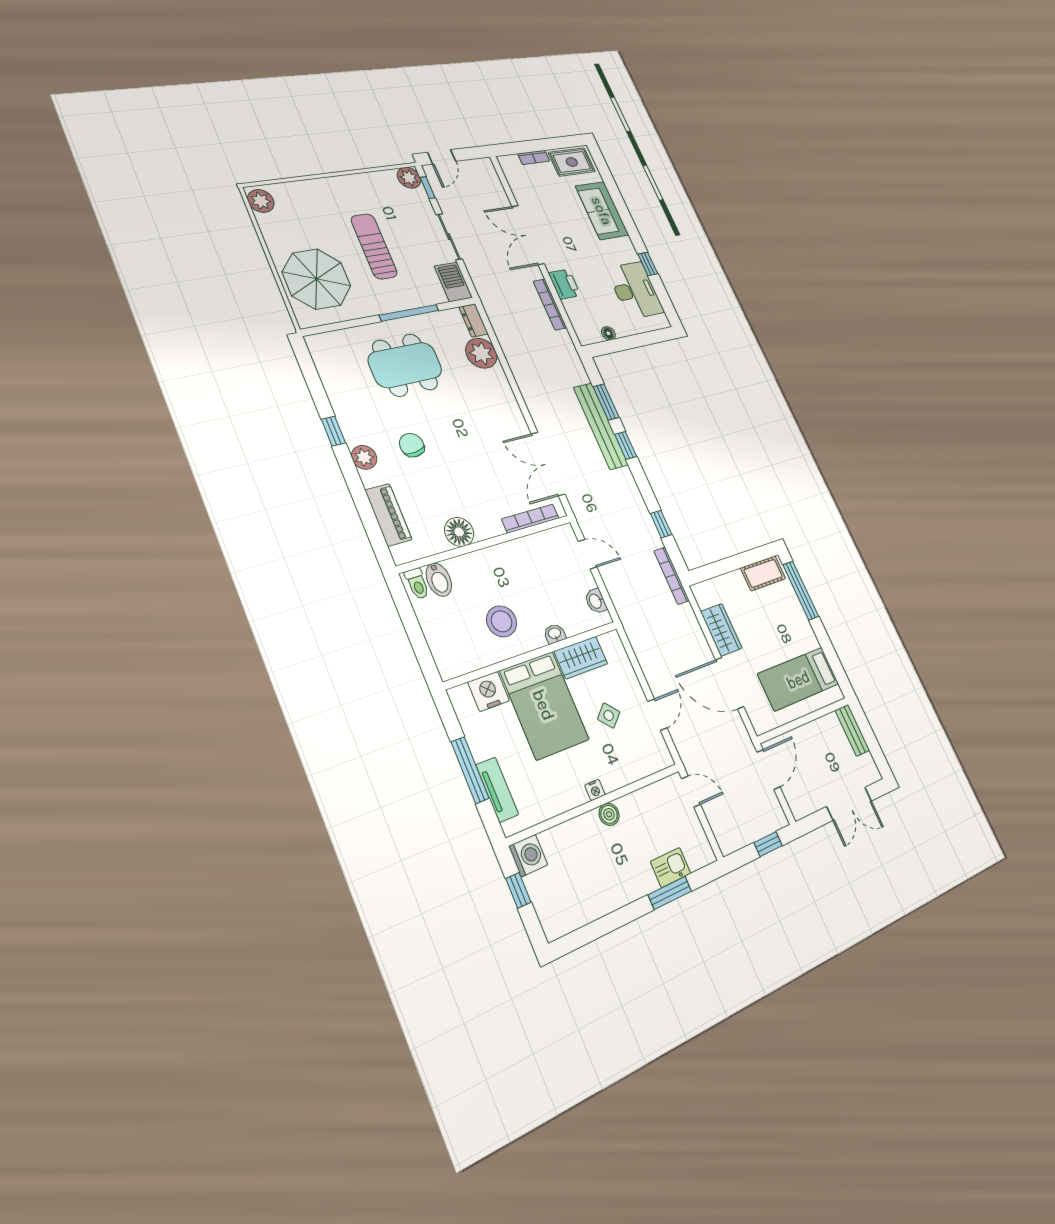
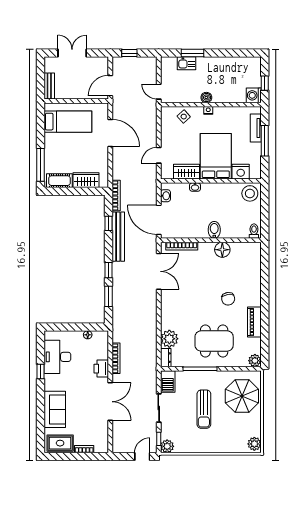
bench: (601, 426) -> (118, 237), moved
window: (333, 431) -> (265, 315), removed
plant: (364, 457) -> (255, 361), moved
piano: (388, 515) -> (254, 322), moved
door: (587, 554) -> (159, 220), width x1.87
bidet: (439, 580) -> (214, 230), moved
stool: (502, 621) -> (250, 193), moved
wardrobe: (721, 630) -> (86, 180), moved, turned 90
side table: (609, 715) -> (184, 117), moved
door: (657, 715) -> (159, 155), moved

